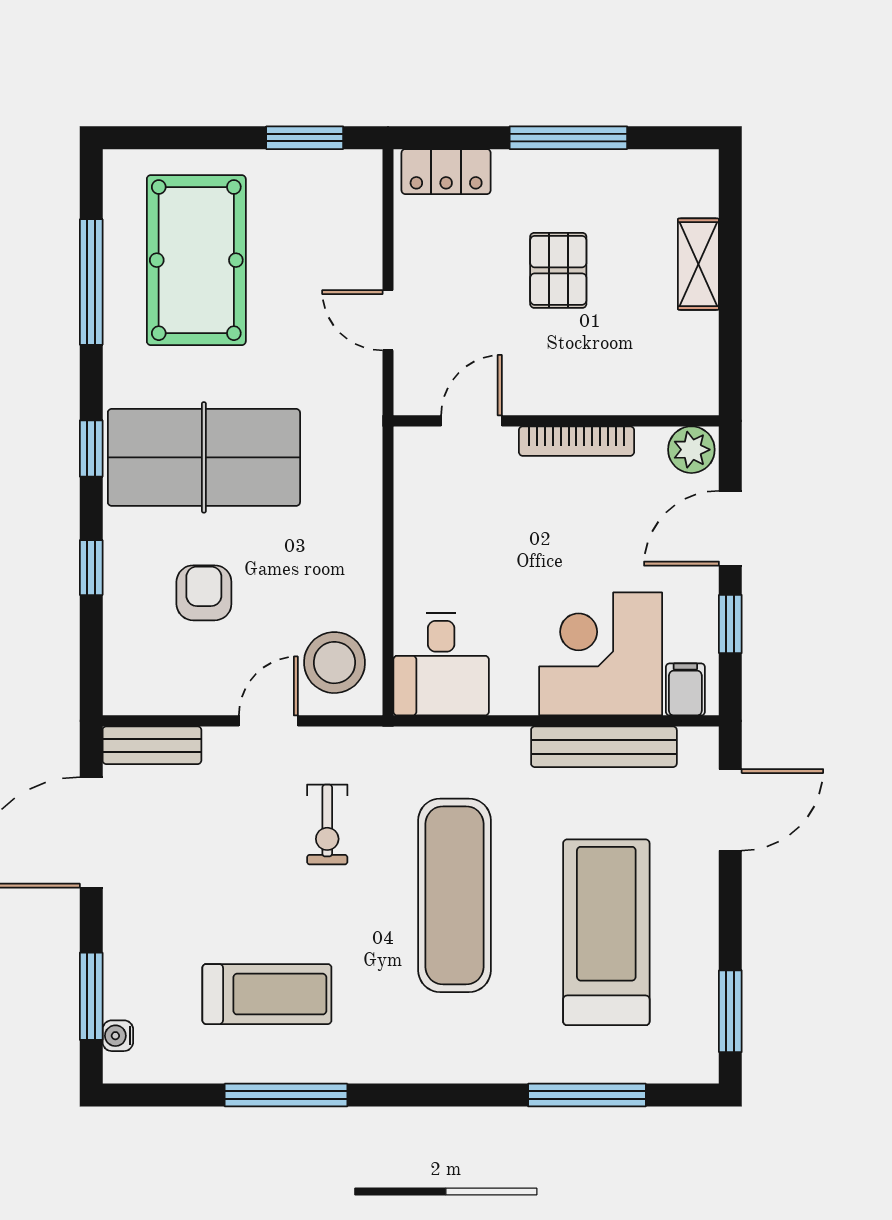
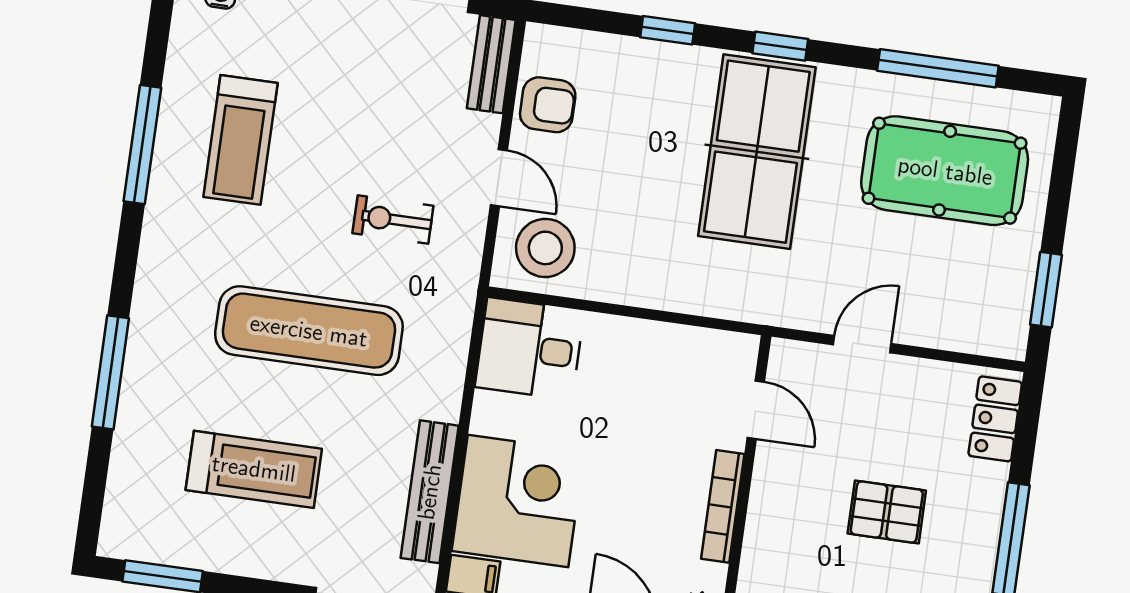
armchair: (204, 593) -> (548, 105), moved
treadmill: (606, 932) -> (254, 469), width x0.73, depth x0.73
window: (587, 1095) -> (110, 372), moved

